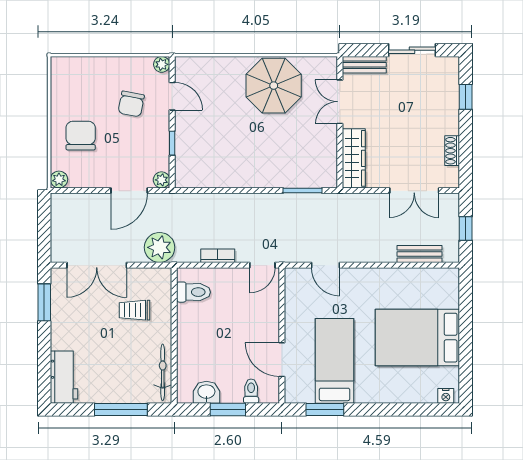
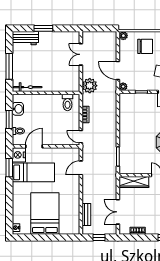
double door: (97, 265) -> (81, 54), width x0.73
window: (44, 302) -> (43, 28), moved
trolley: (135, 310) -> (59, 73), removed
nightstand: (299, 390) -> (19, 155), added

